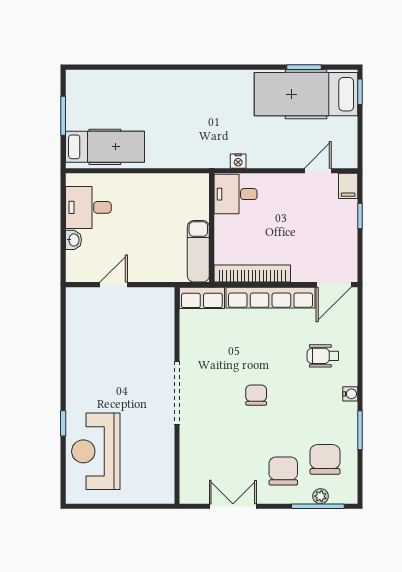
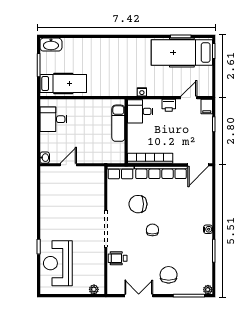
washbasin: (84, 81) -> (51, 45), added
printer: (284, 184) -> (169, 105), added
washbasin: (73, 240) -> (45, 158), moved
exam couch: (198, 251) -> (118, 123), moved
wheelchair: (323, 356) -> (118, 258), moved
chair: (325, 459) -> (138, 204), moved, turned -90
plant: (157, 496) -> (94, 289), added
plant: (321, 496) -> (208, 290), moved

